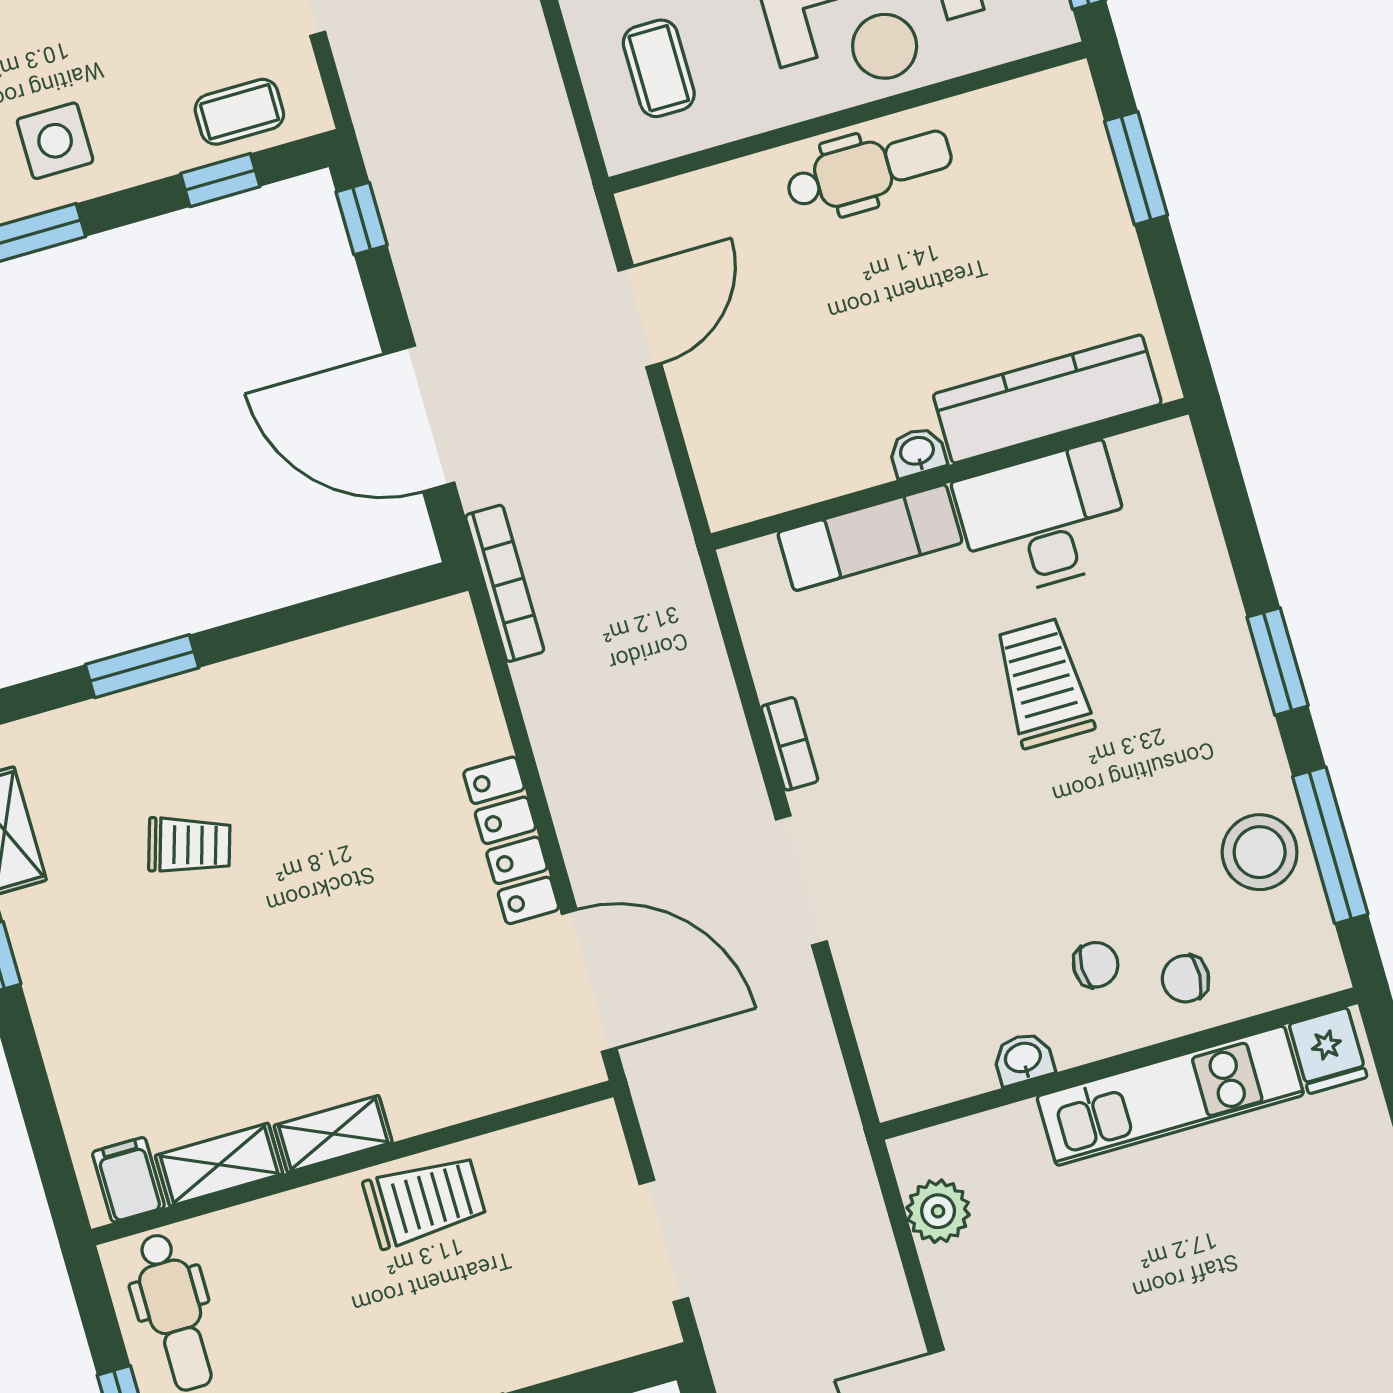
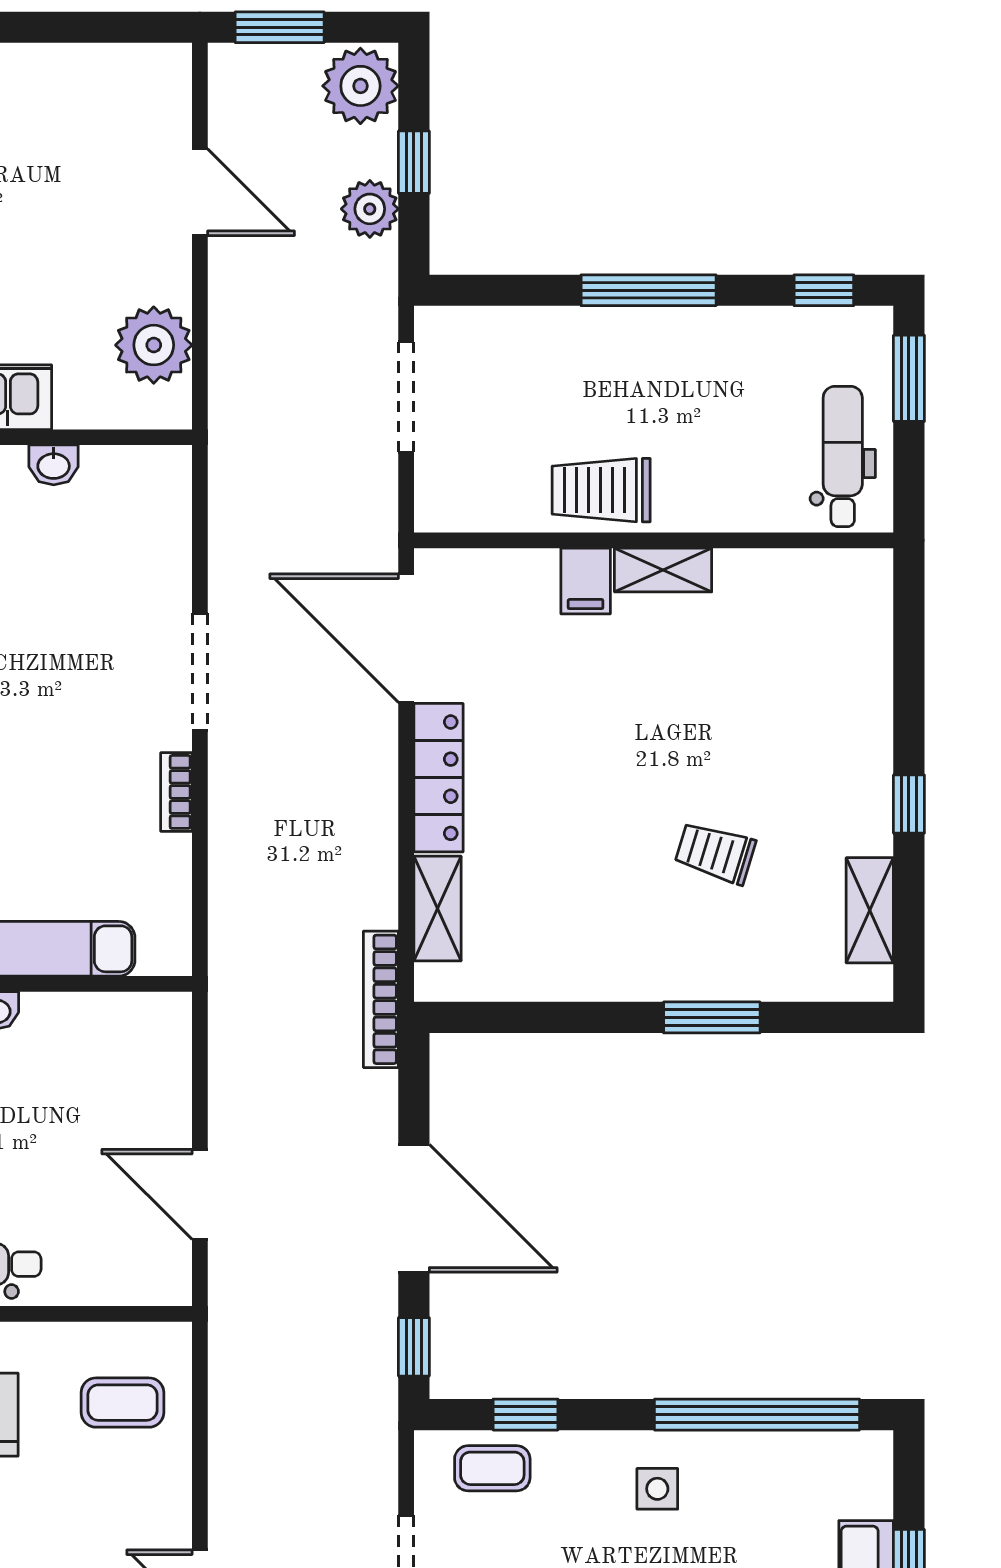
coffee table: (659, 68) -> (122, 1403), turned 90
side table: (55, 141) -> (657, 1489), width x0.73, depth x0.73
door: (640, 317) -> (200, 1194), hinge flipped
door: (419, 419) -> (414, 1208), moved
shelving: (219, 1165) -> (437, 908), moved, turned 90
filing cabinet: (128, 1180) -> (586, 581), moved
plant: (938, 1211) -> (154, 345), width x1.36, depth x1.36

